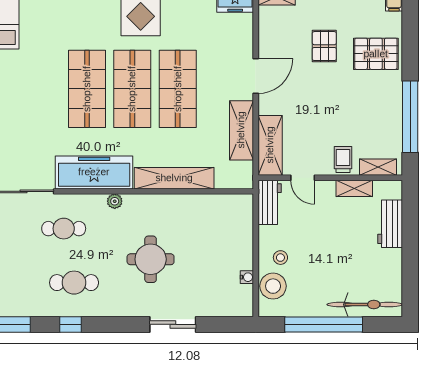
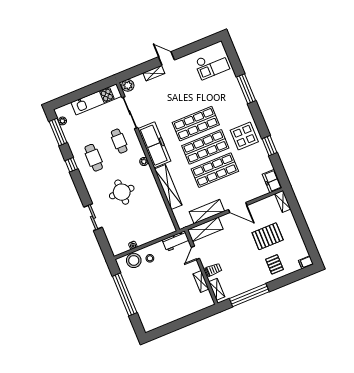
pallet: (324, 46) -> (268, 236), width x1.50, depth x1.42
pallet: (376, 54) -> (274, 264), width x0.67, depth x0.71
workbench: (390, 224) -> (190, 307), removed
bicycle: (365, 305) -> (144, 311), removed

